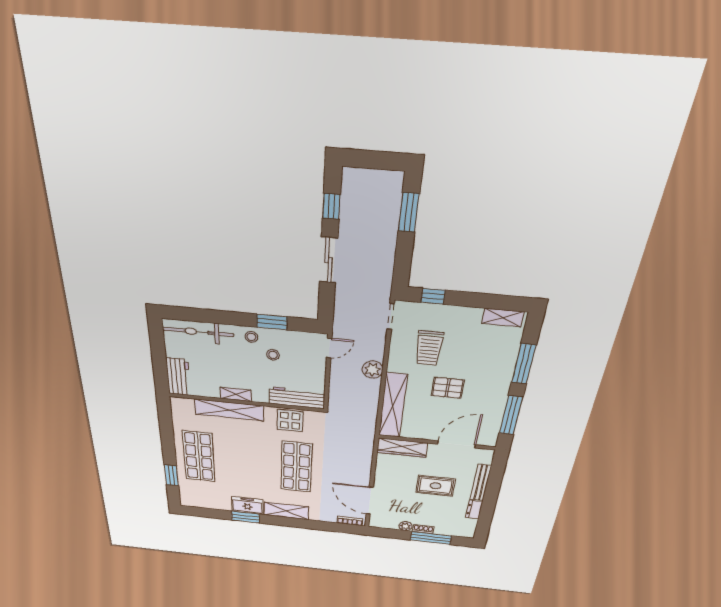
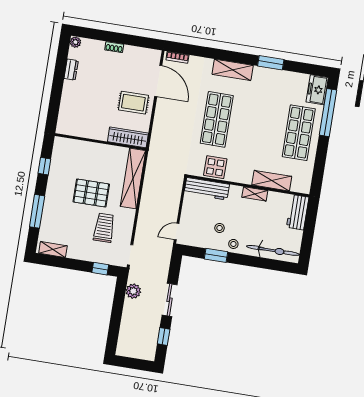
window: (409, 212) -> (114, 329), removed
plant: (372, 370) -> (133, 291), moved
pallet: (448, 388) -> (91, 193), width x1.50, depth x1.42
shelving: (229, 410) -> (272, 181), width x0.68
window: (511, 415) -> (44, 166), width x0.46
door: (457, 444) -> (85, 139), removed
window: (171, 475) -> (328, 113), width x2.11
bench: (481, 483) -> (66, 99), removed
rug: (436, 486) -> (133, 103), moved
freezer: (247, 506) -> (317, 90), moved, turned 90
plant: (406, 526) -> (75, 42), moved
window: (431, 538) -> (108, 36), removed

